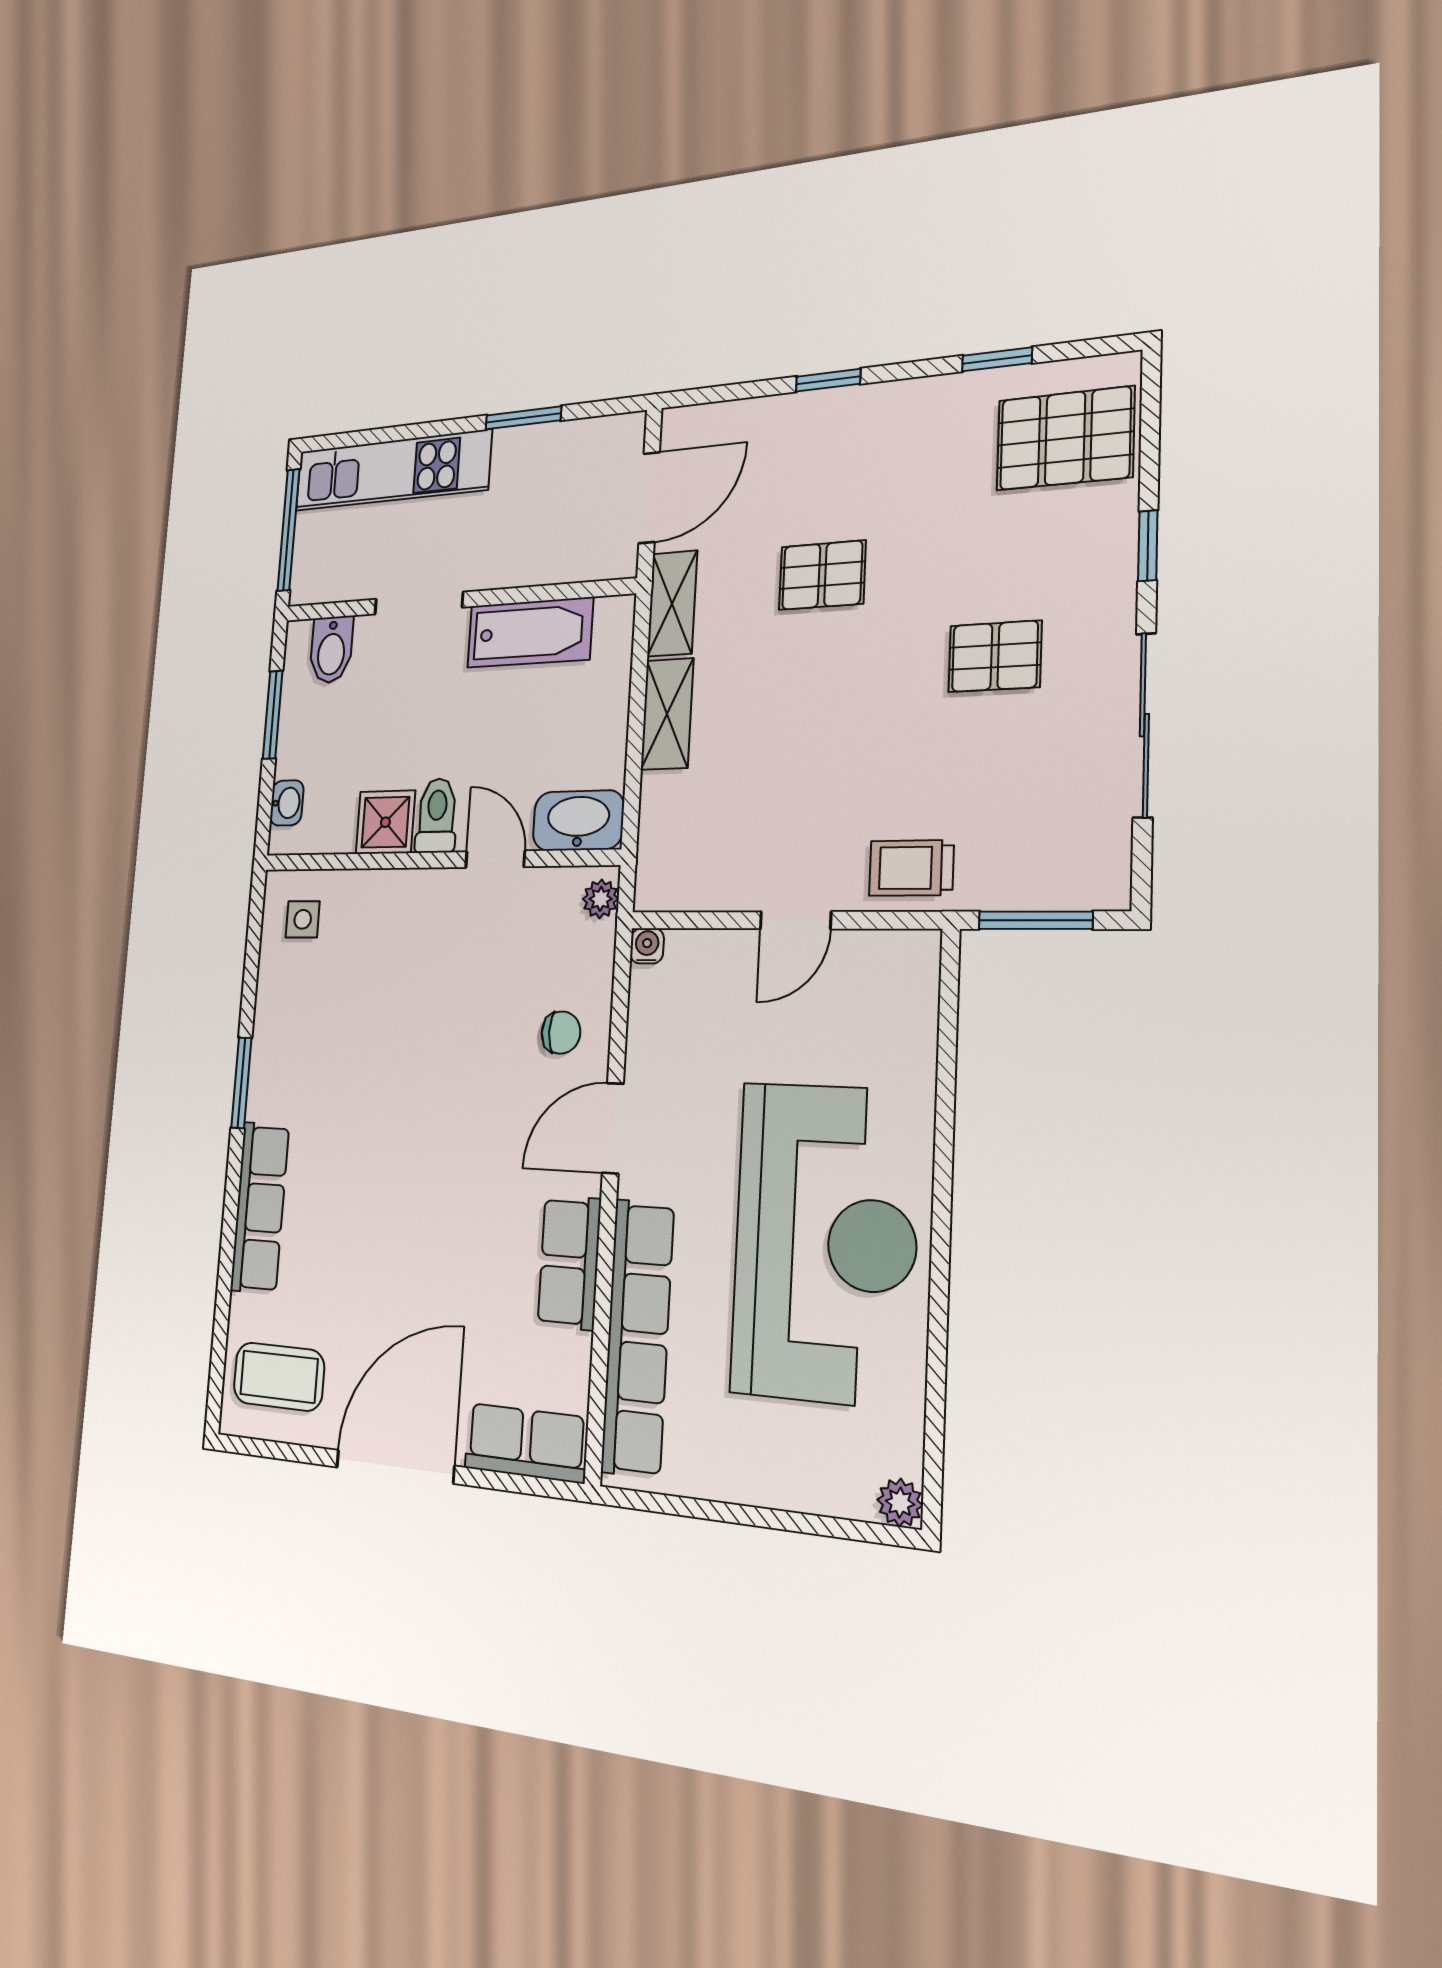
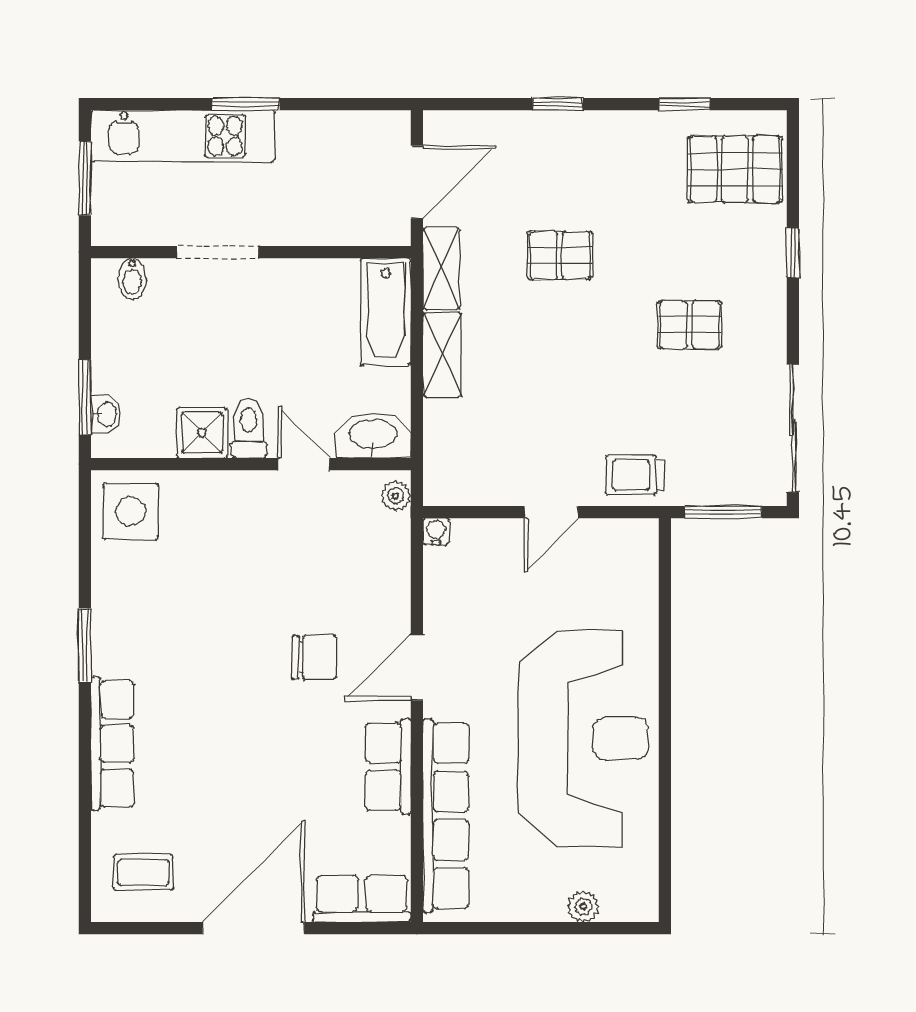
window: (523, 418) -> (246, 104), moved
window: (288, 530) -> (85, 178), width x0.69
bathtub: (530, 632) -> (386, 312), moved, turned 90
bidet: (331, 650) -> (132, 279), width x0.72, depth x0.74
window: (273, 715) -> (85, 397), moved
sliding door: (1144, 725) -> (793, 428), moved
side table: (303, 919) -> (131, 511), width x1.87, depth x1.87
chair: (561, 1033) -> (314, 657), moved, width x1.37, depth x1.37
coffee table: (279, 1377) -> (143, 873), width x0.73, depth x0.77
plant: (900, 1503) -> (583, 906), moved

